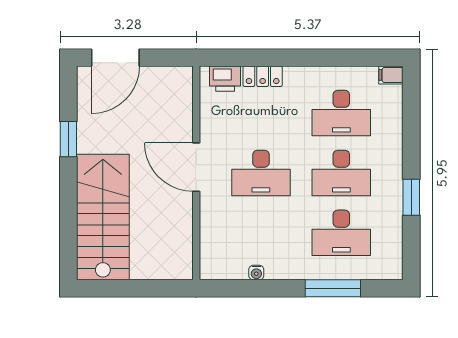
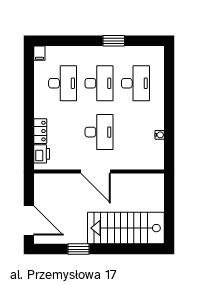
door: (196, 167) -> (96, 171), hinge flipped
window: (333, 288) -> (169, 88), removed

